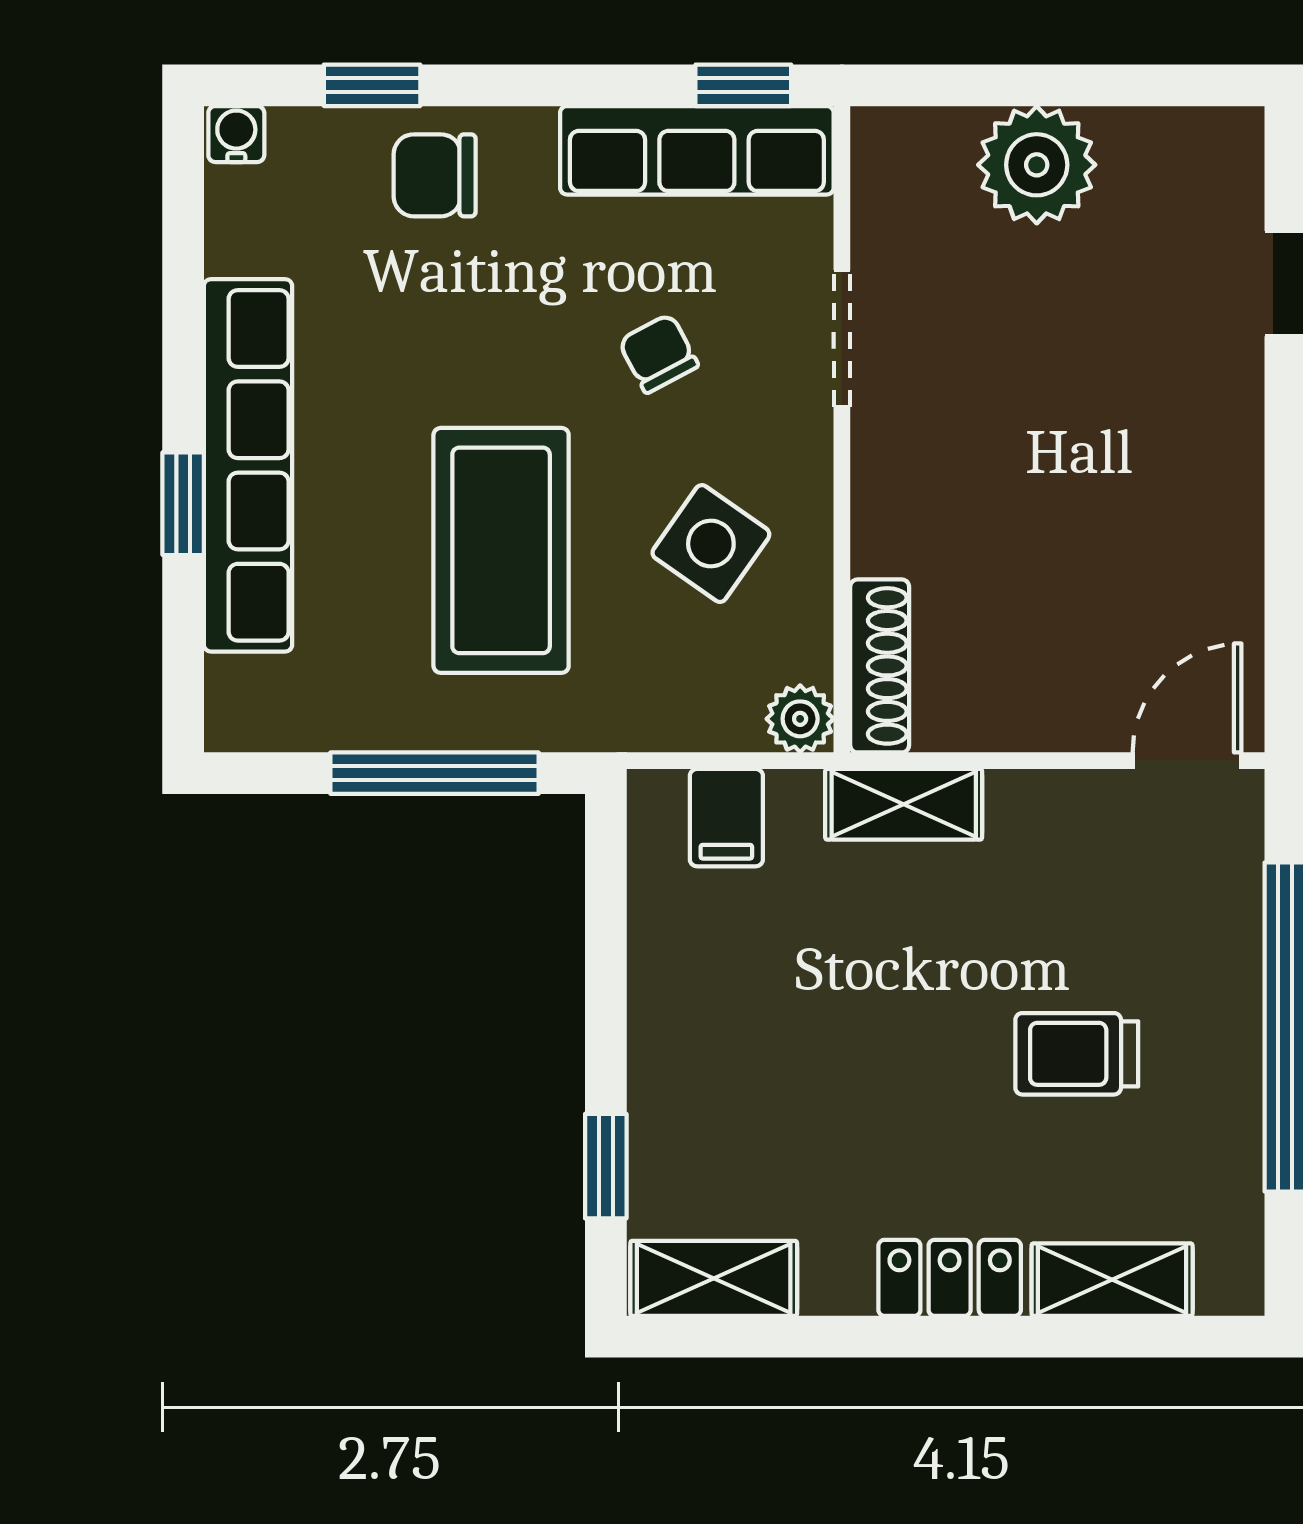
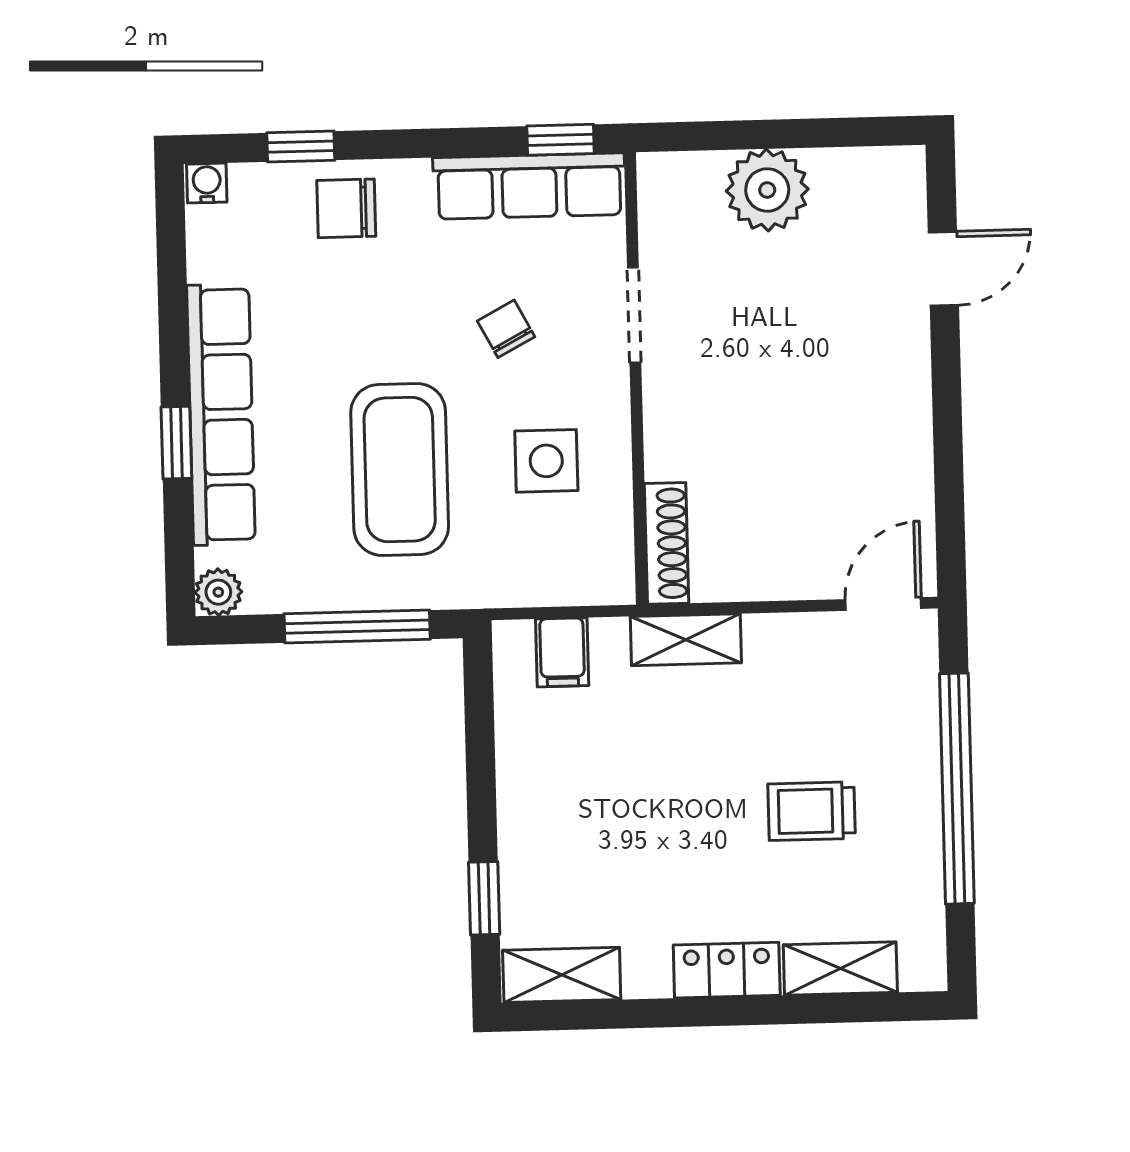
side table: (711, 544) -> (546, 461), turned -35
plant: (800, 719) -> (218, 592), moved

